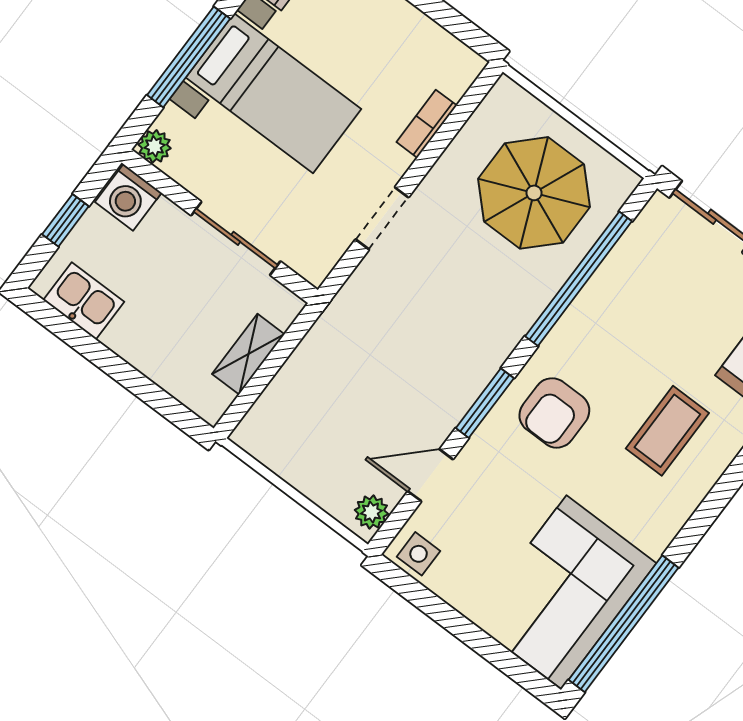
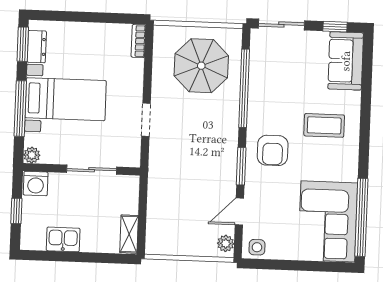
bookcase: (427, 124) -> (138, 41), moved
kitchen sink: (84, 301) -> (63, 239), moved
shelving: (248, 354) -> (129, 234), moved
coffee table: (667, 431) -> (324, 125), turned 90

